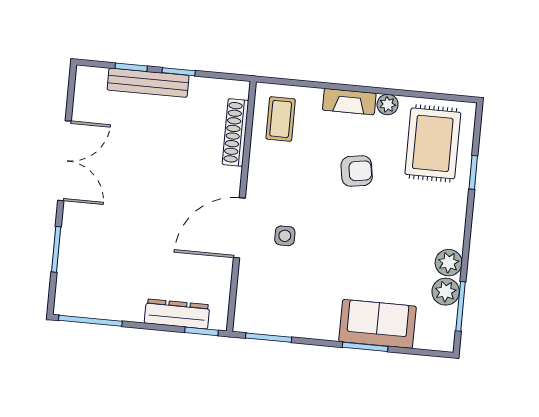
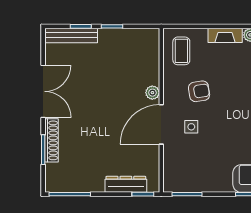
bench: (148, 83) -> (71, 35), moved
shoe rack: (235, 132) -> (51, 140), moved, turned 180
armchair: (357, 171) -> (199, 91), moved
plant: (231, 178) -> (152, 93), added

